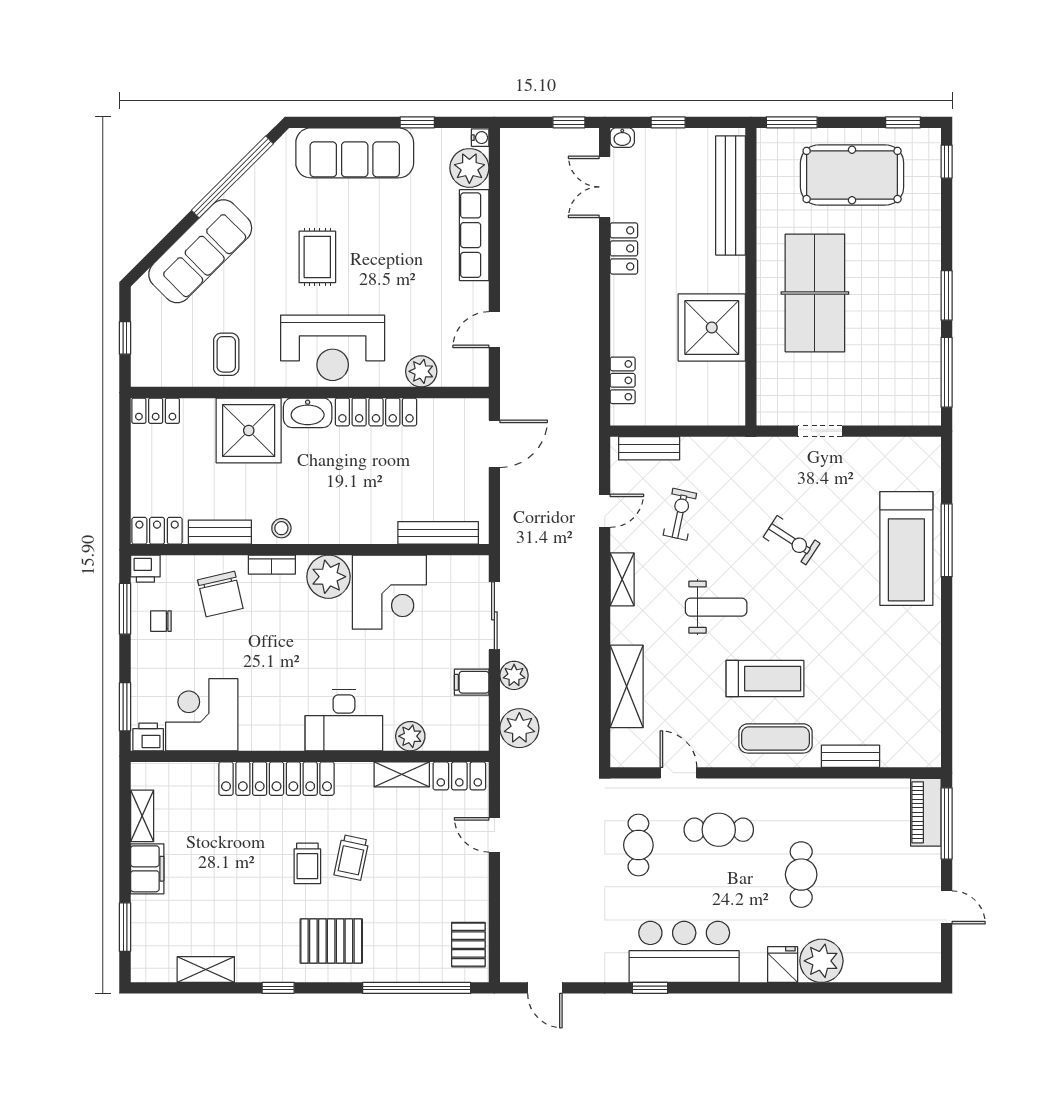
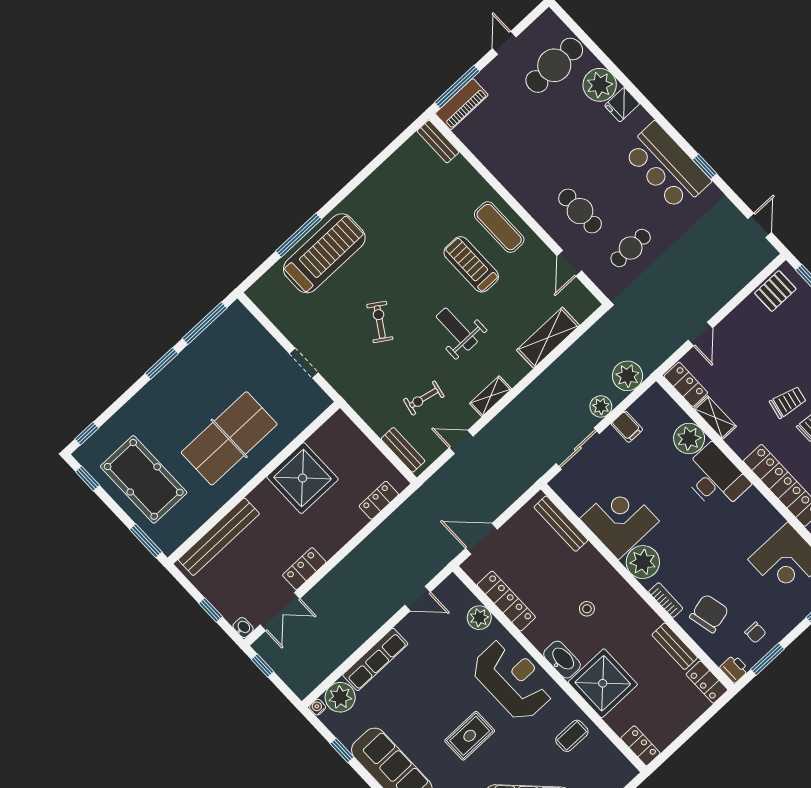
locker: (376, 412) -> (506, 601), moved
stool: (281, 528) -> (587, 609), moved
plant: (410, 736) -> (689, 438), width x1.36, depth x1.36
bench: (850, 756) -> (438, 142), moved
cafe table: (801, 875) -> (554, 65), moved, width x1.37, depth x1.35

